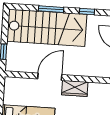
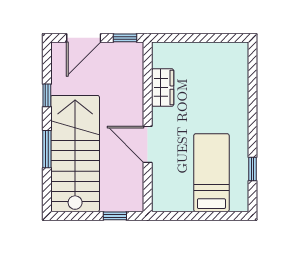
wardrobe: (75, 88) -> (163, 88), moved

